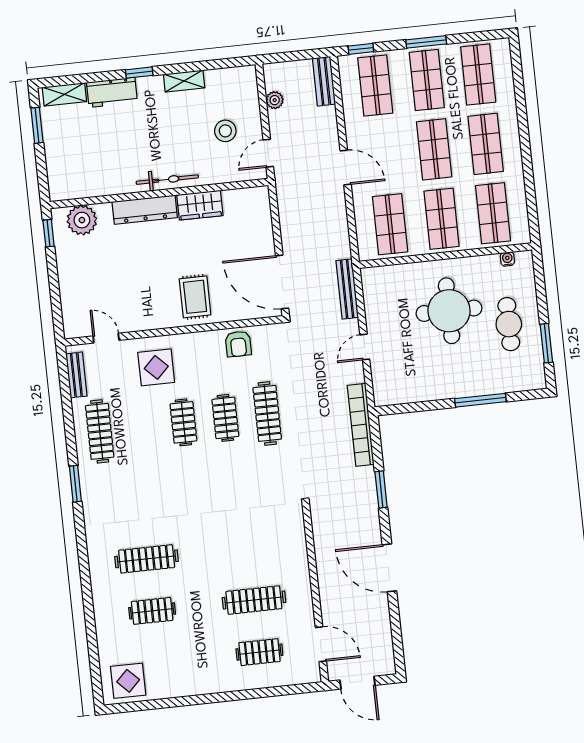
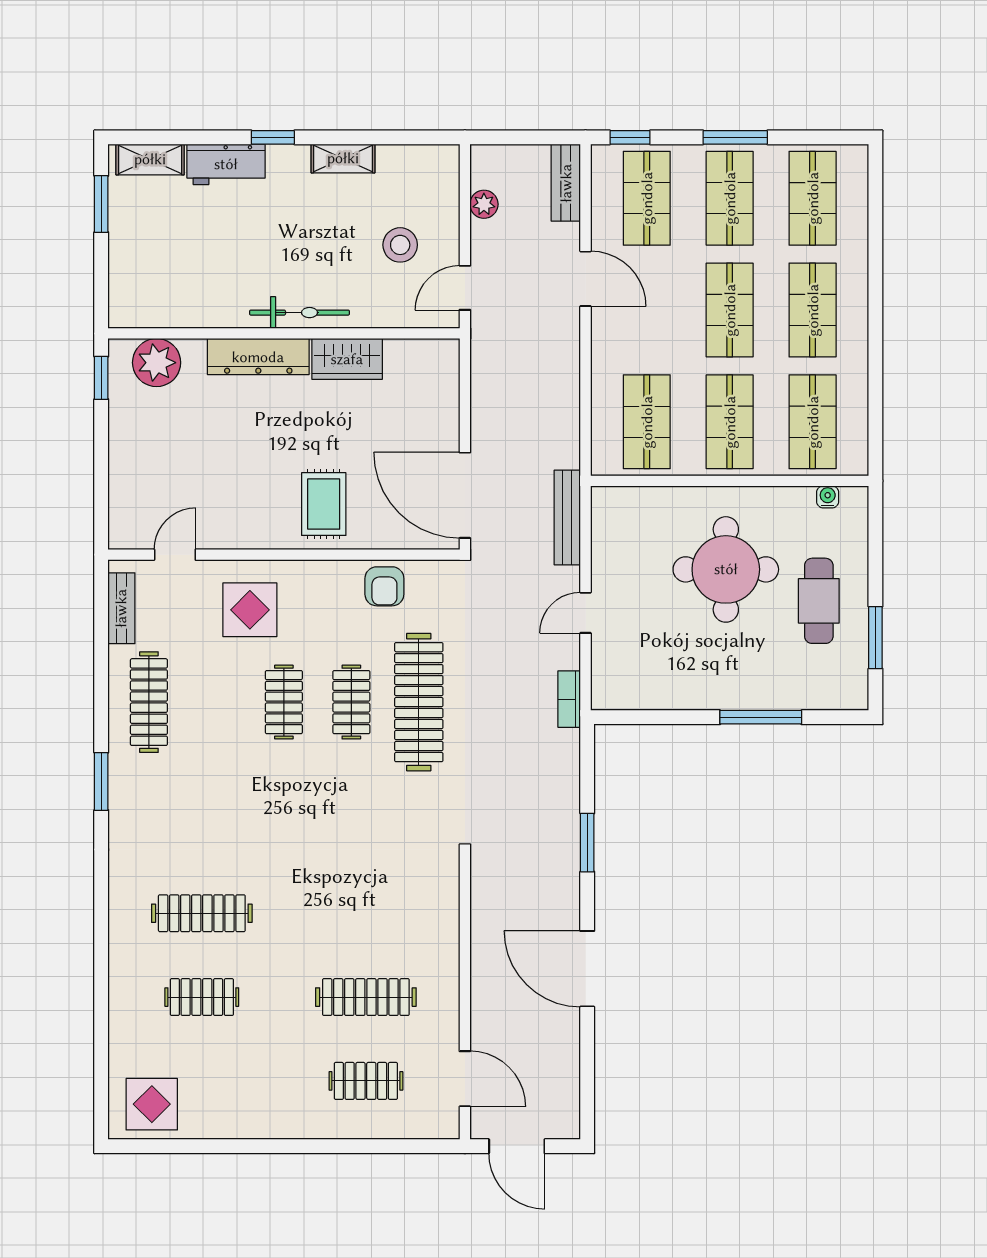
door: (346, 168) -> (586, 279), moved
door: (106, 338) -> (175, 555), hinge flipped
clothes rail: (267, 413) -> (419, 702), width x1.37, depth x1.31
bookcase: (361, 425) -> (569, 699), width x0.43, depth x0.76

